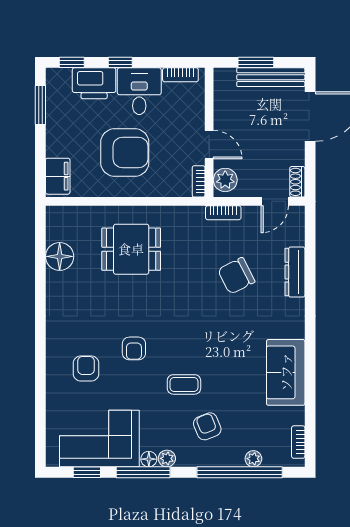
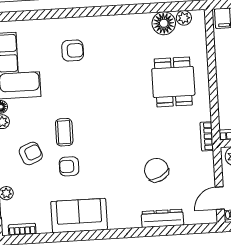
door: (275, 201) -> (220, 198), hinge flipped
bookcase: (223, 213) -> (207, 136), moved
plant: (55, 232) -> (184, 18), added
armchair: (134, 348) -> (69, 166), moved

